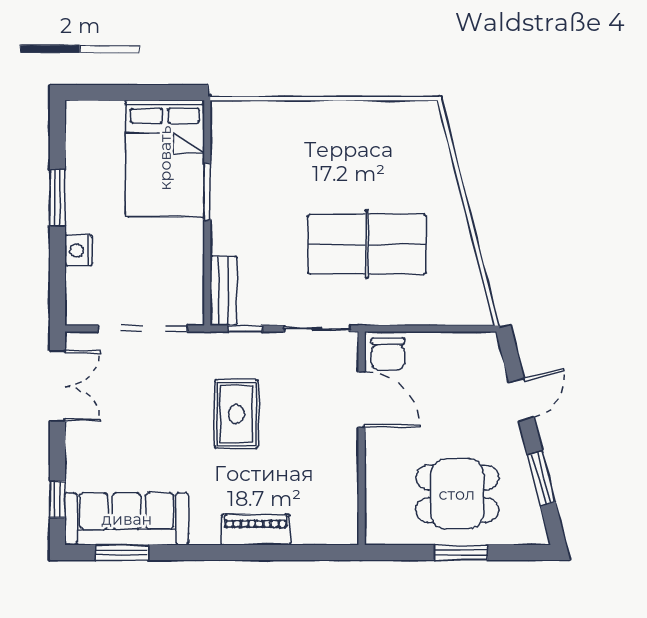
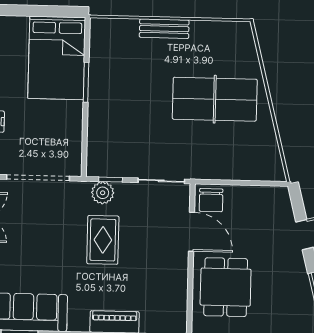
table tennis table: (367, 244) -> (215, 99), moved
bench: (223, 291) -> (164, 29), moved, turned 90
plant: (235, 347) -> (103, 193), added
dining table: (457, 494) -> (226, 287), moved, turned 90

